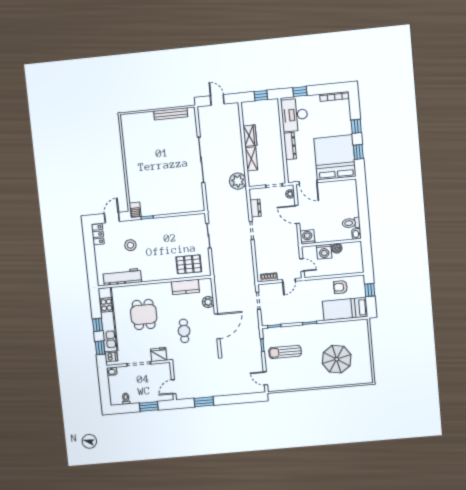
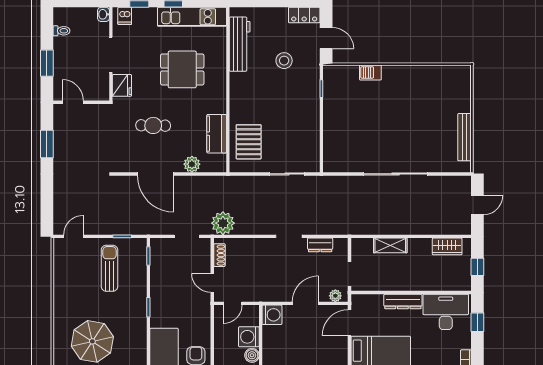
wardrobe: (250, 136) -> (447, 246), moved
plant: (238, 181) -> (223, 223), moved
barbecue: (135, 210) -> (370, 72), moved
kitchen unit: (108, 320) -> (192, 17), width x0.73

